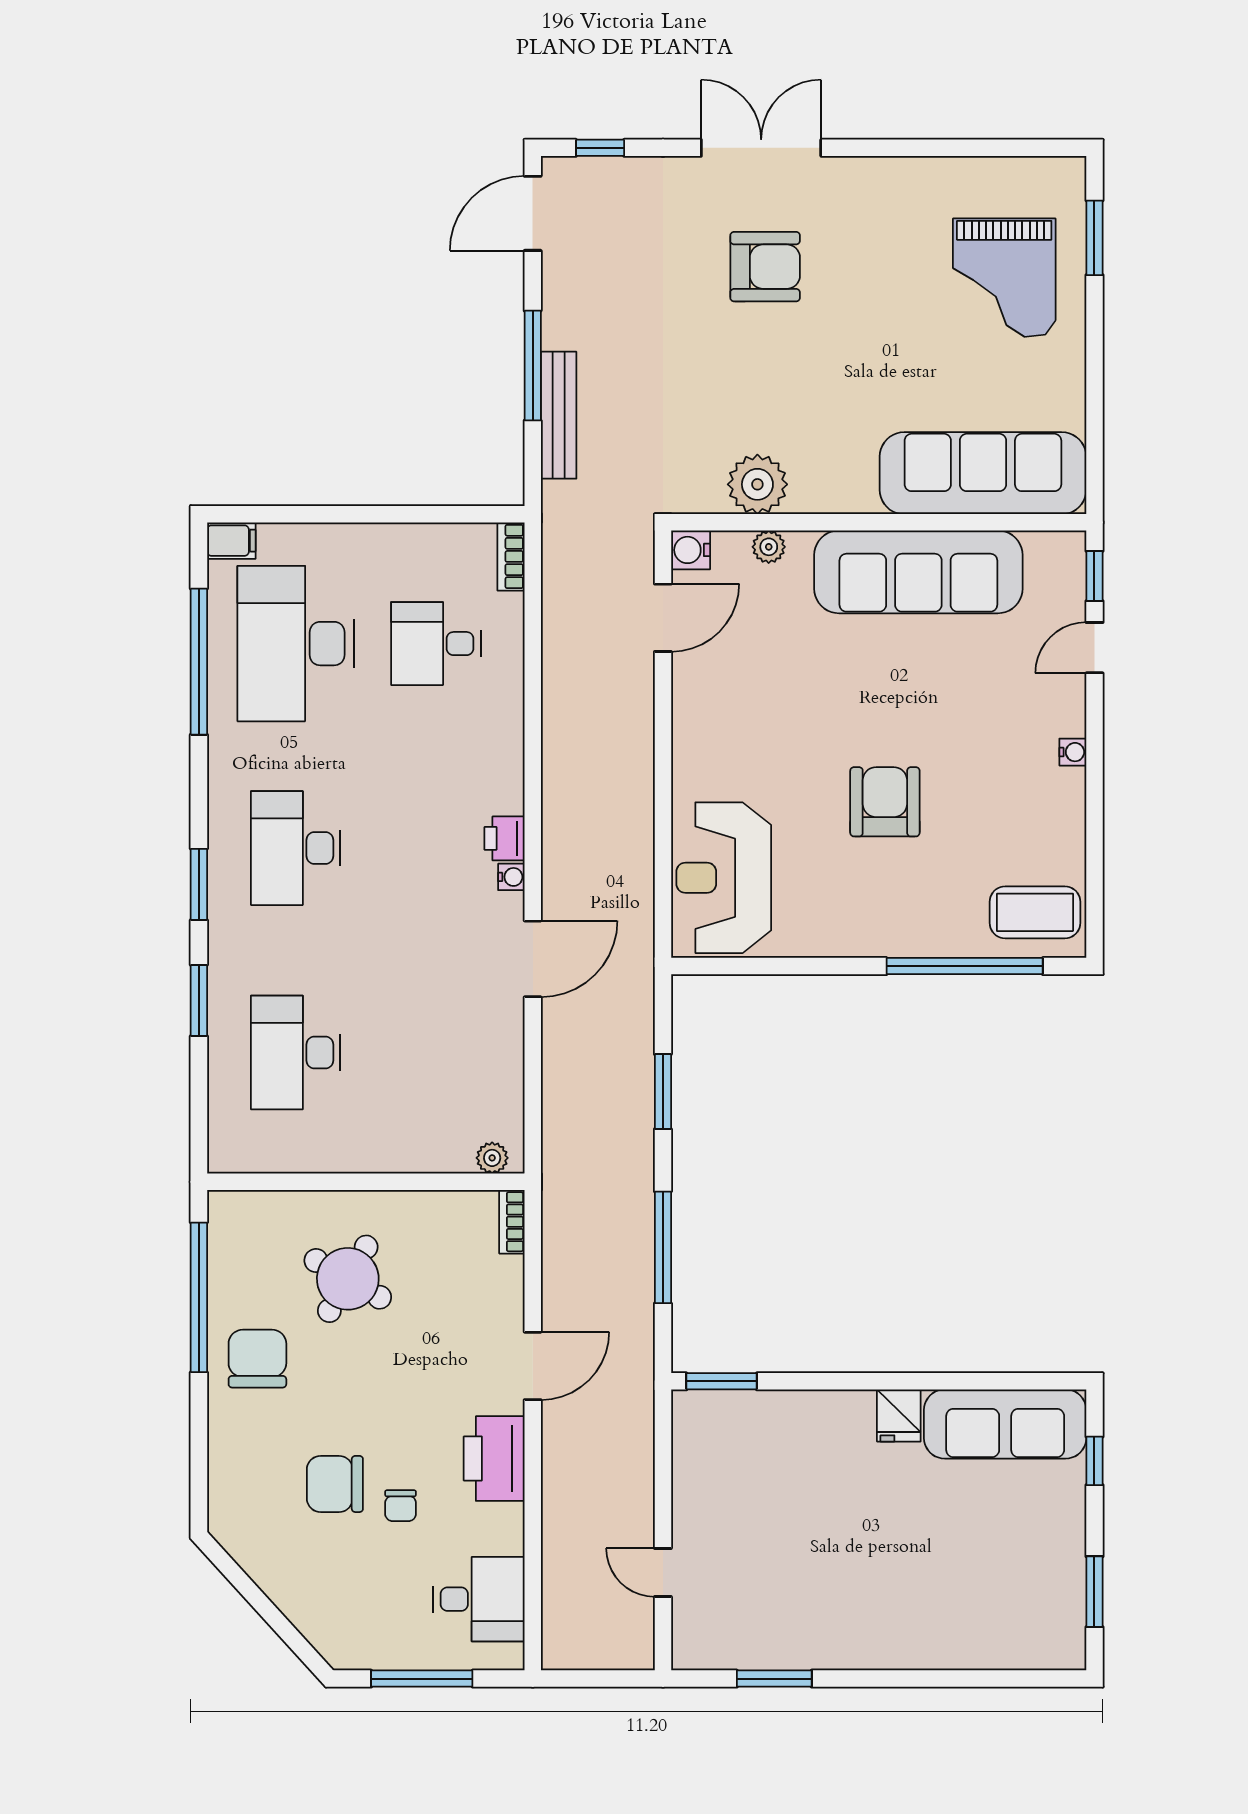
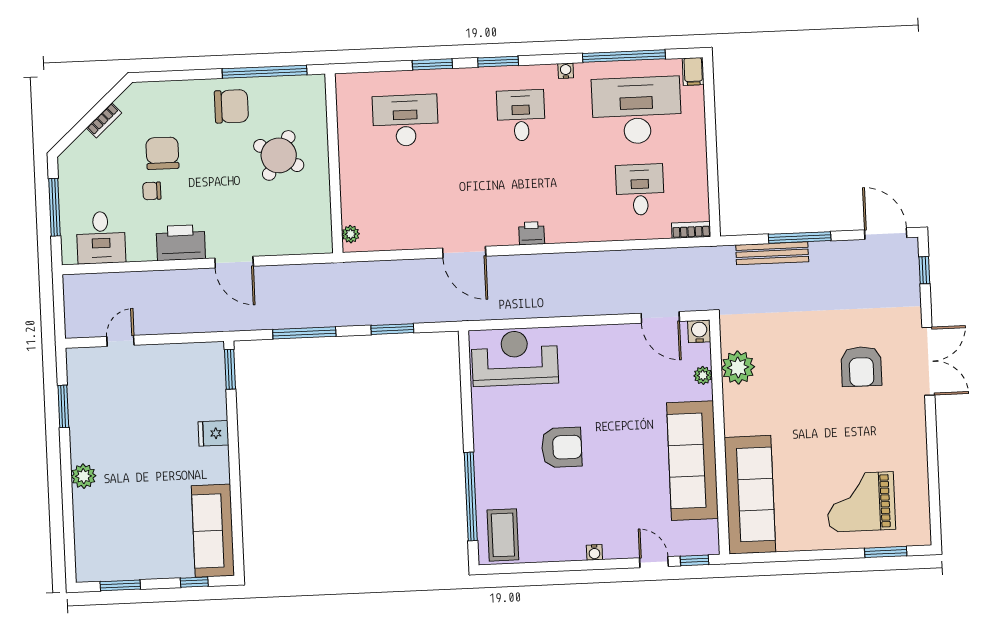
desk: (296, 848) -> (521, 115), width x0.73
water cooler: (511, 877) -> (566, 71), moved, turned 180
bookcase: (512, 1222) -> (104, 120), moved, turned 138
fridge: (899, 1416) -> (213, 433), moved
plant: (899, 1648) -> (84, 476), added

